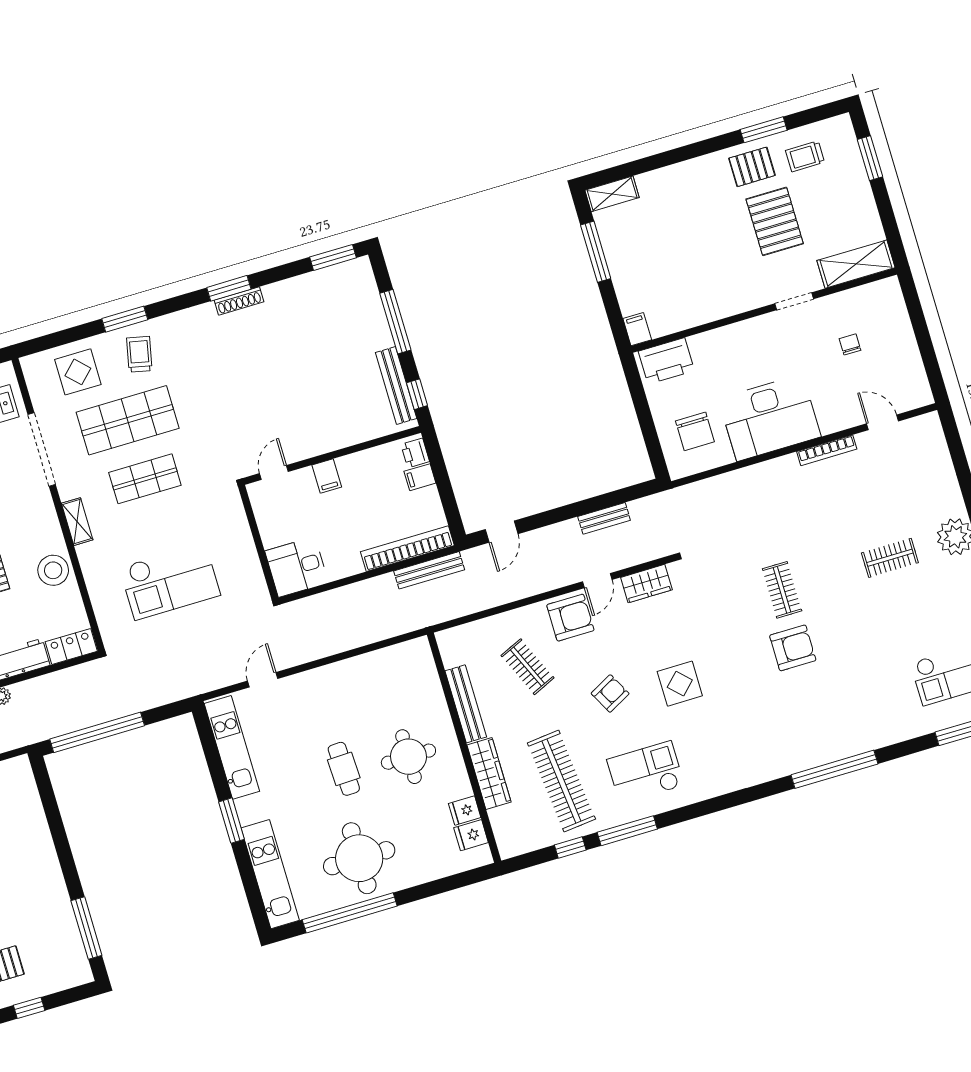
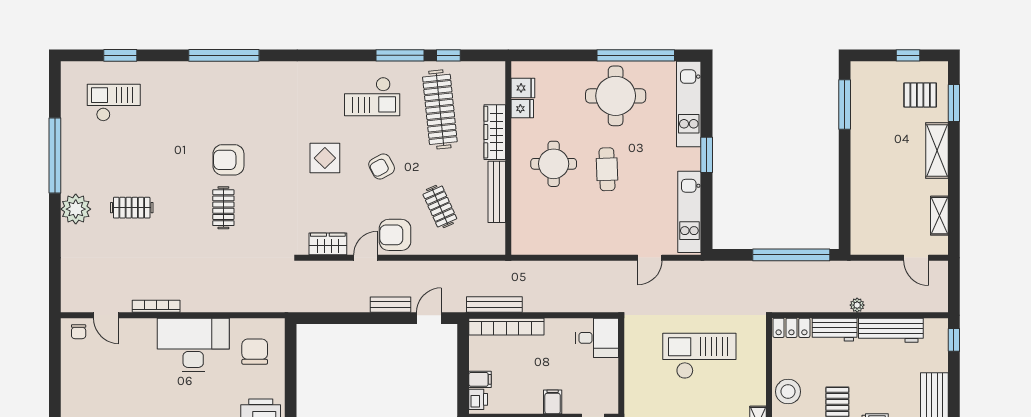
chair: (850, 344) -> (79, 332), moved
bench: (604, 518) -> (390, 305), moved

